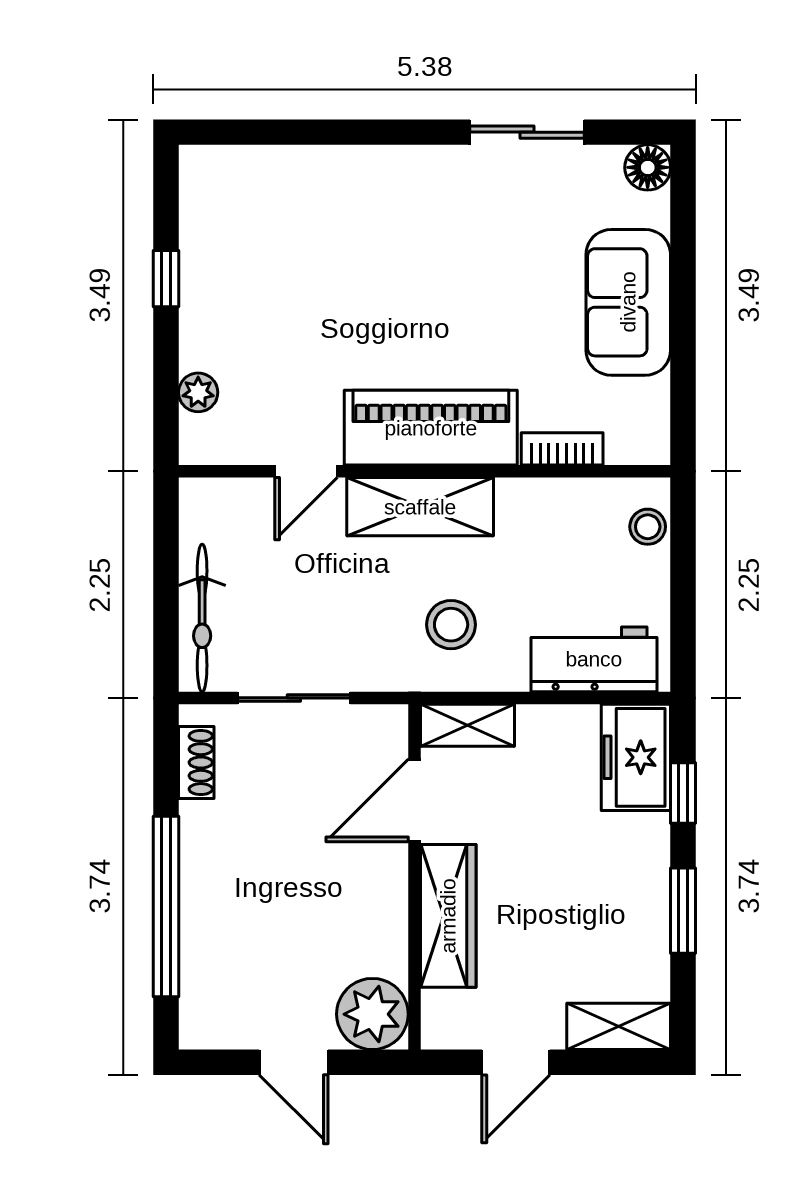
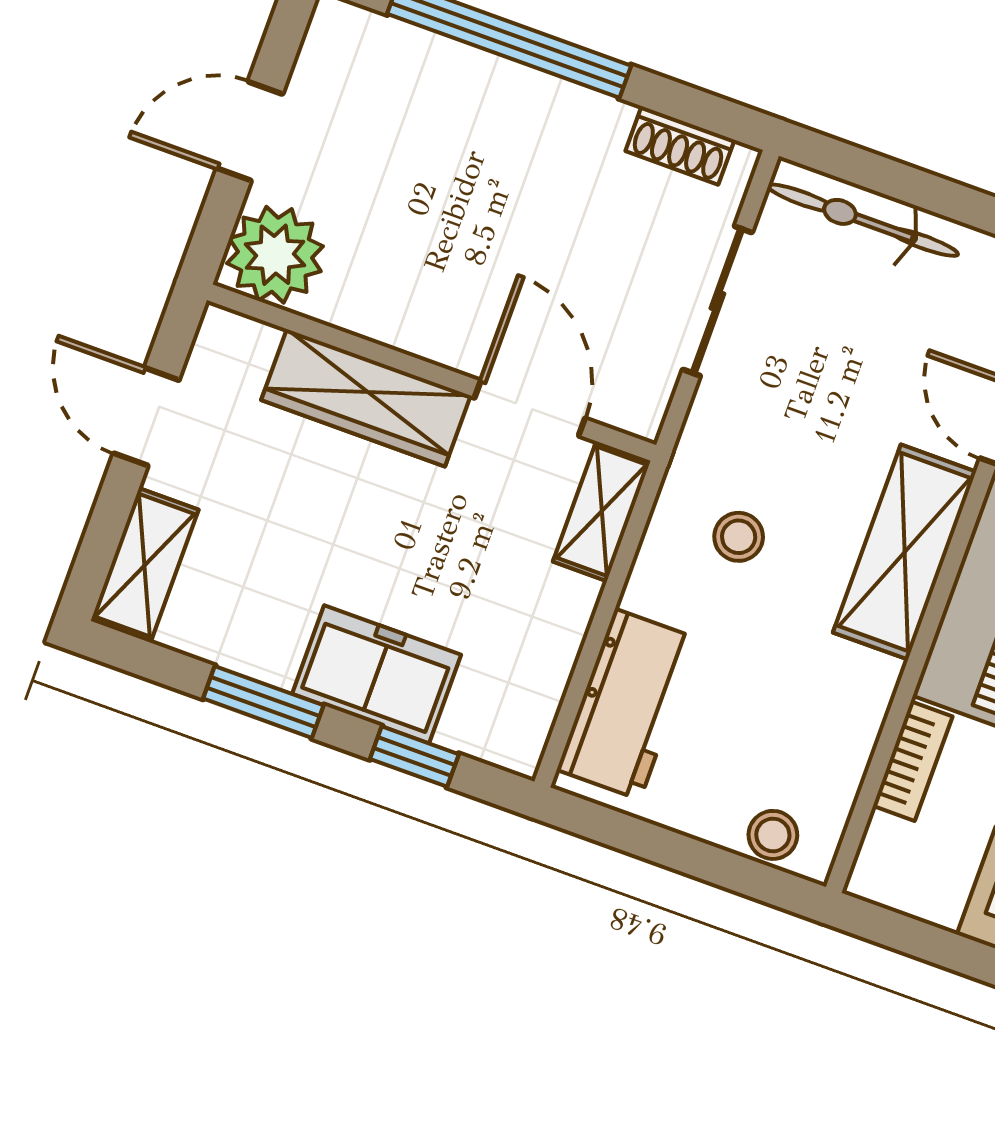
stool: (451, 625) -> (739, 537), width x0.73, depth x0.73
freezer: (636, 757) -> (377, 674), moved

